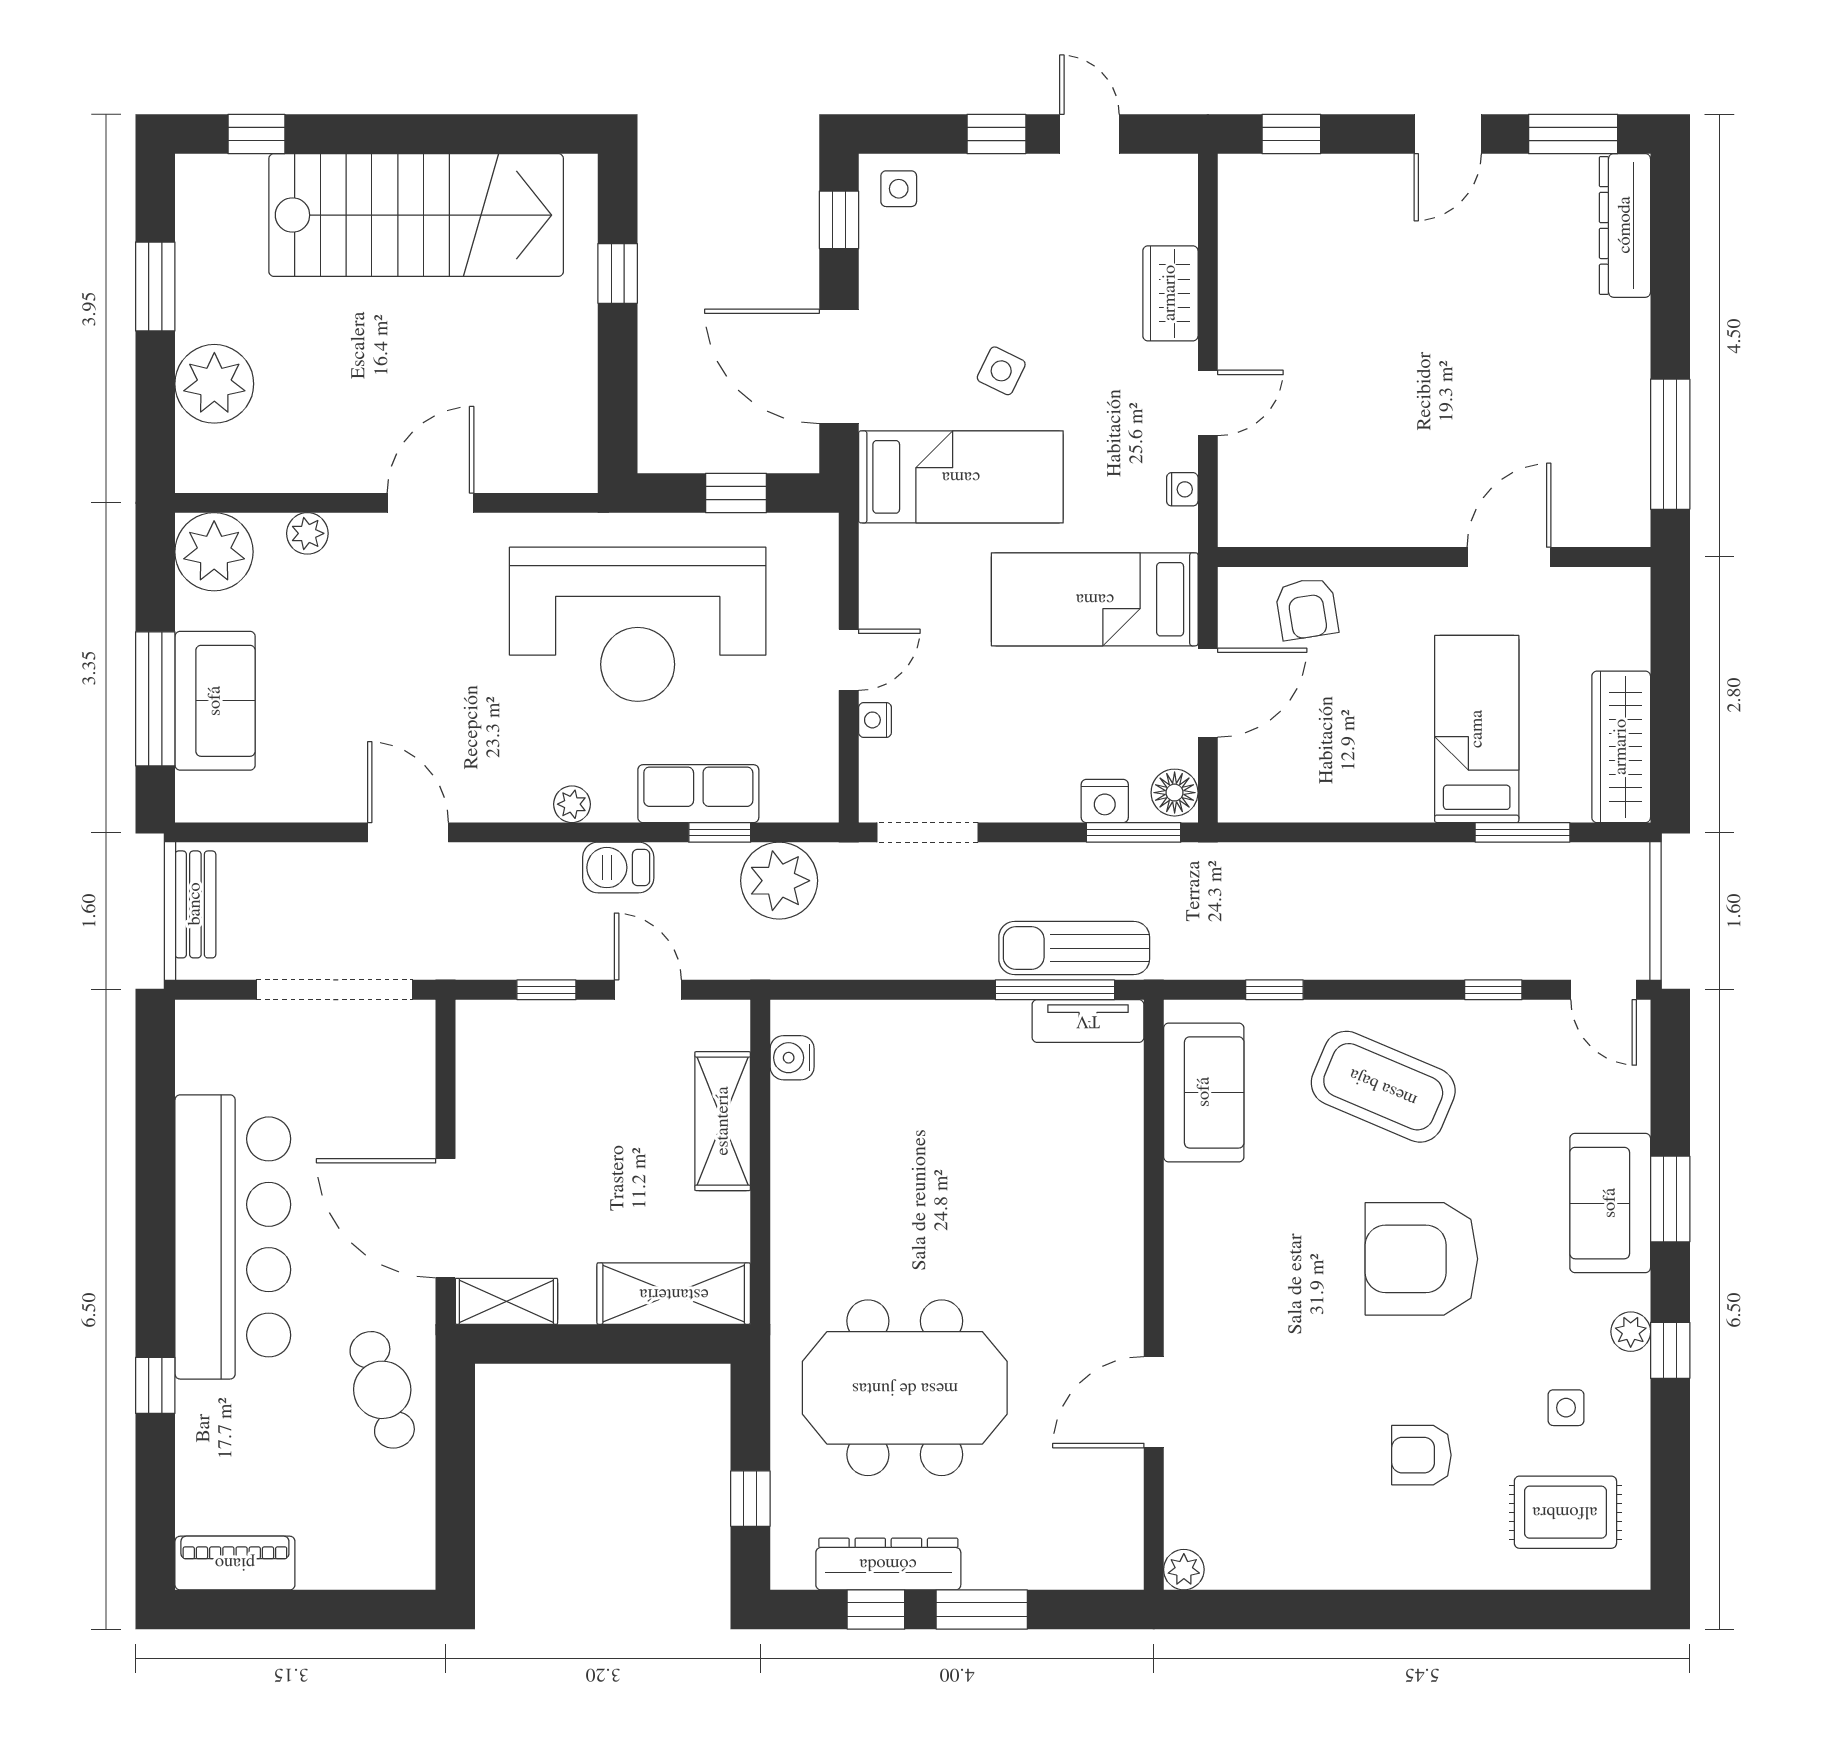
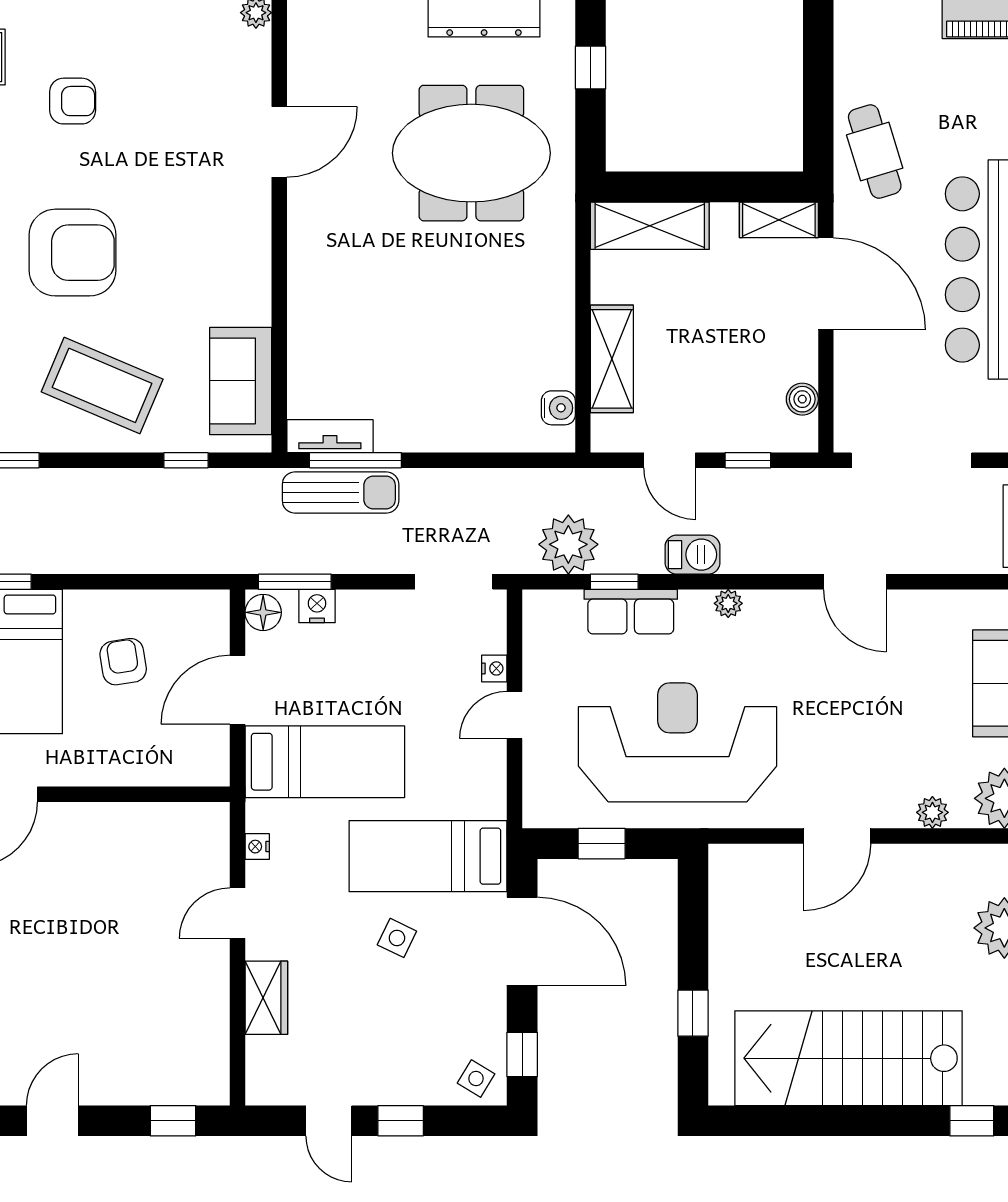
side table: (899, 189) -> (476, 1079), turned 31
armchair: (1307, 609) -> (123, 662), moved
boiler: (476, 1069) -> (802, 399), added

